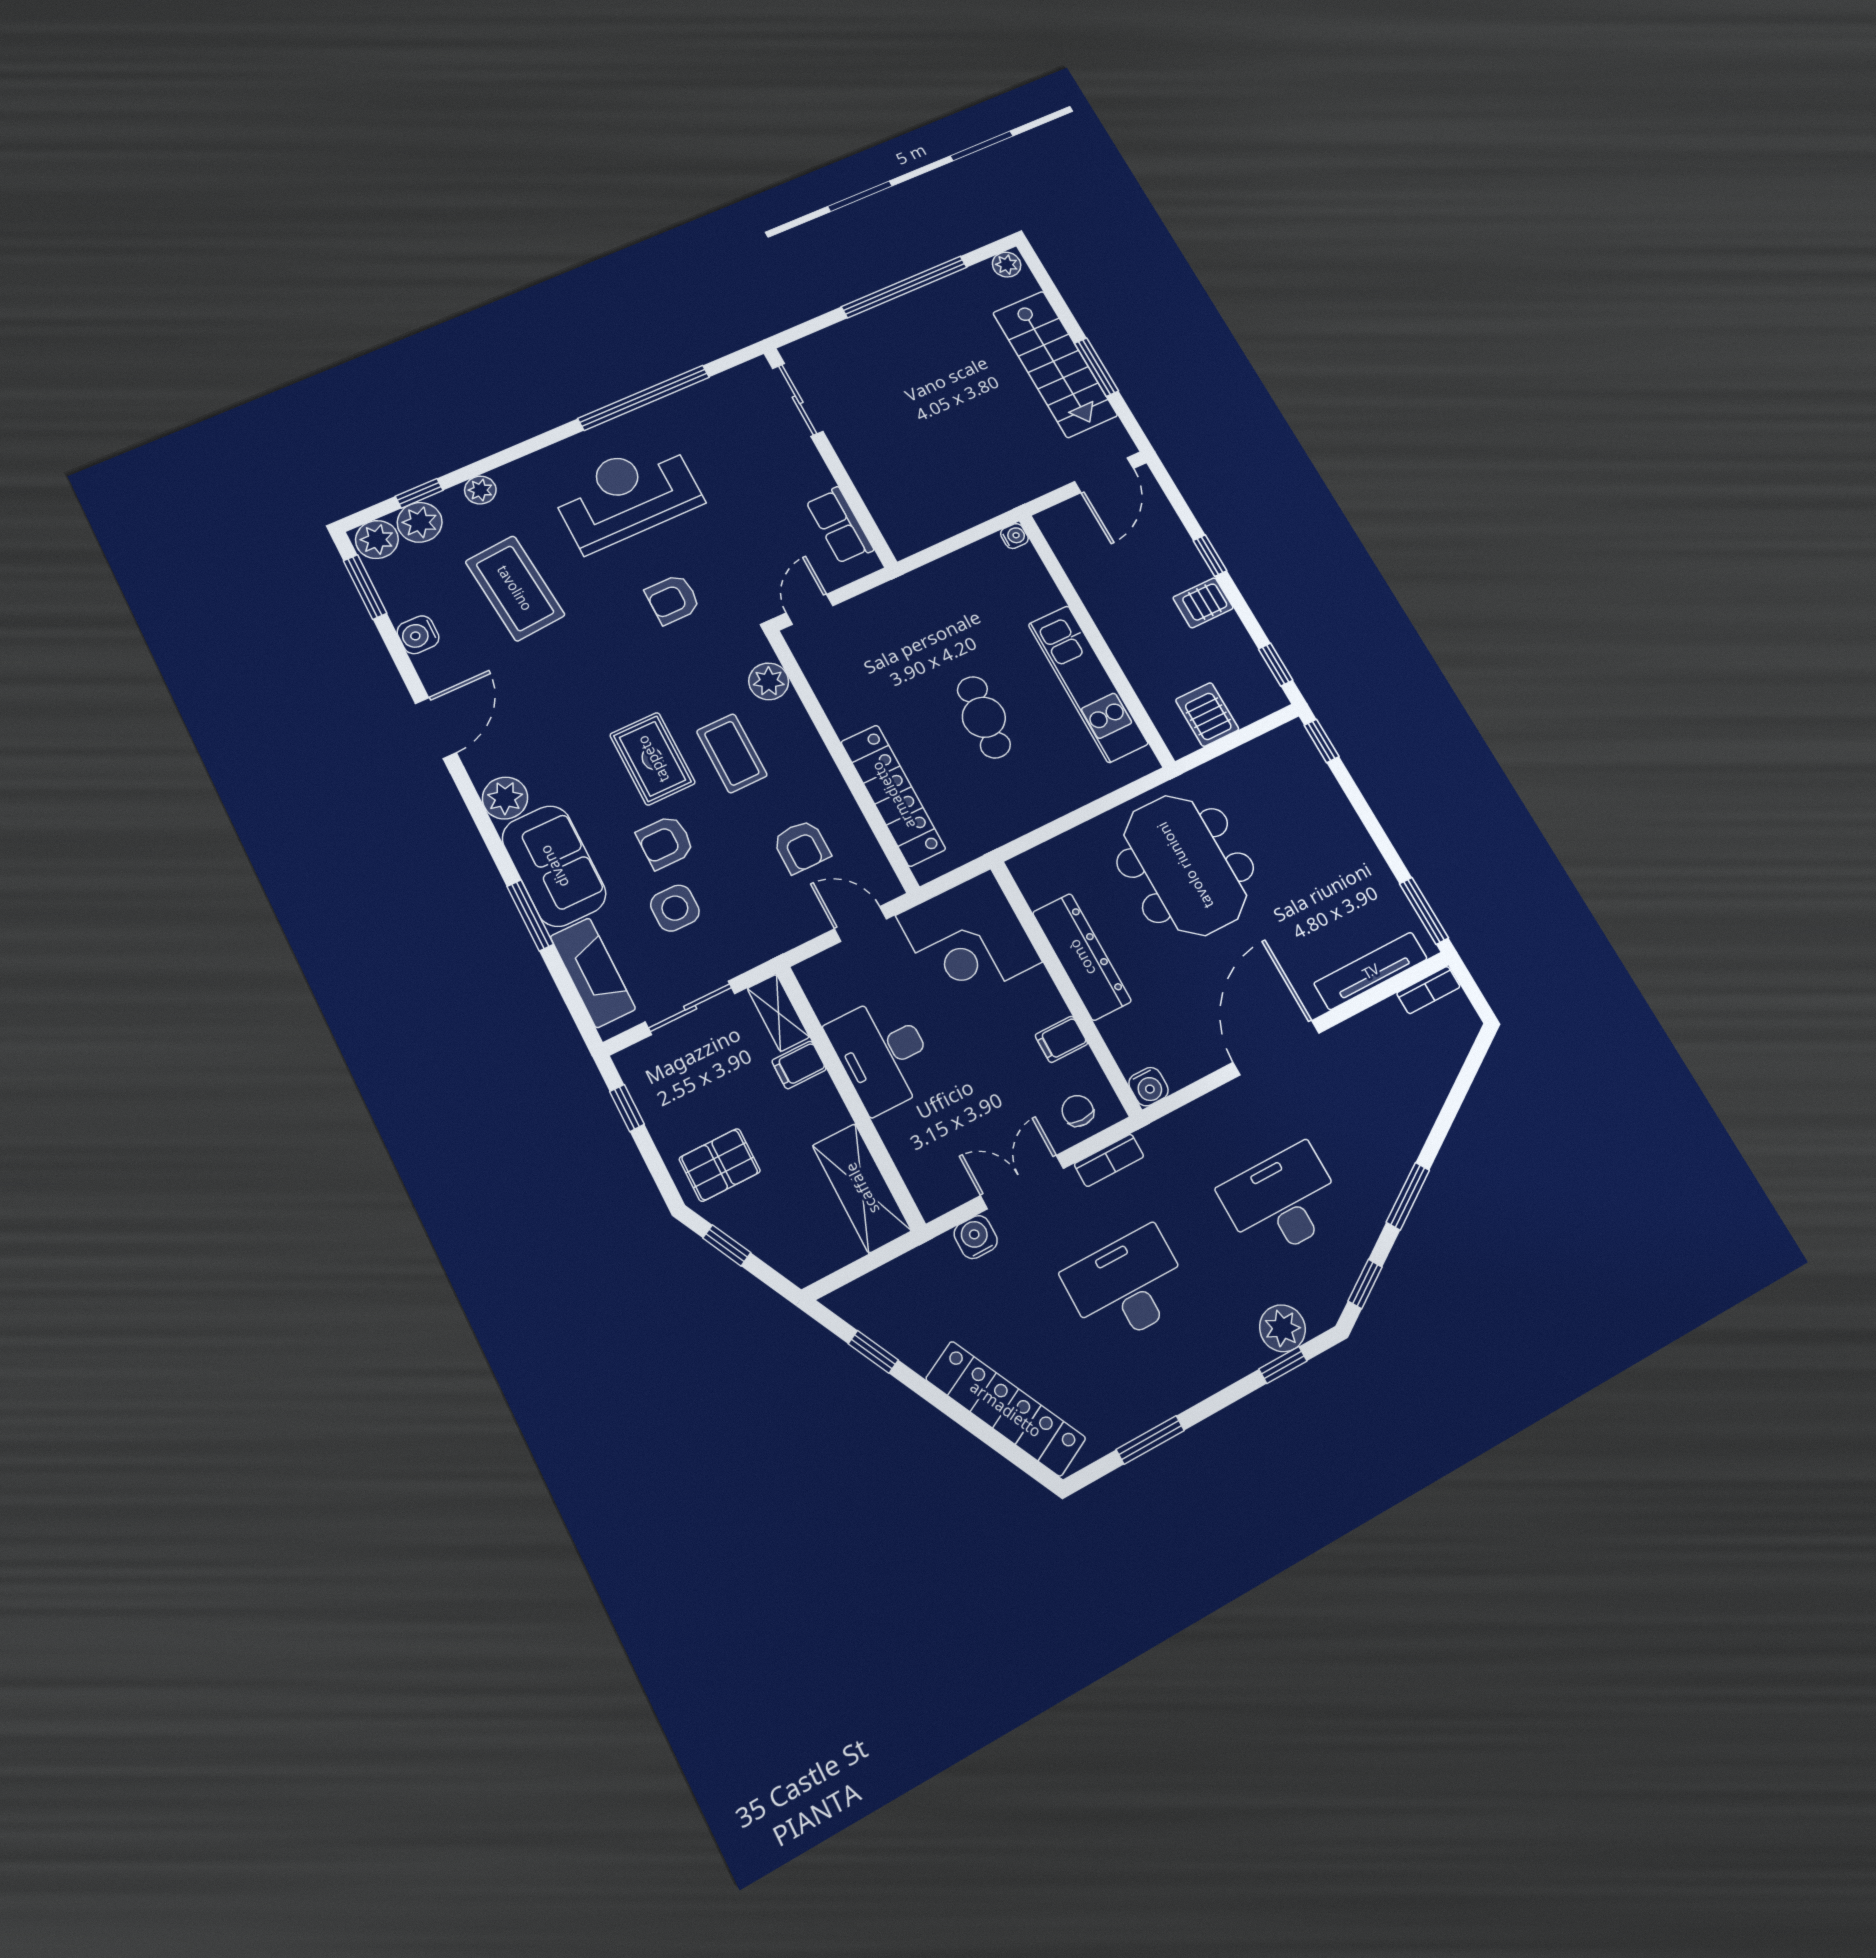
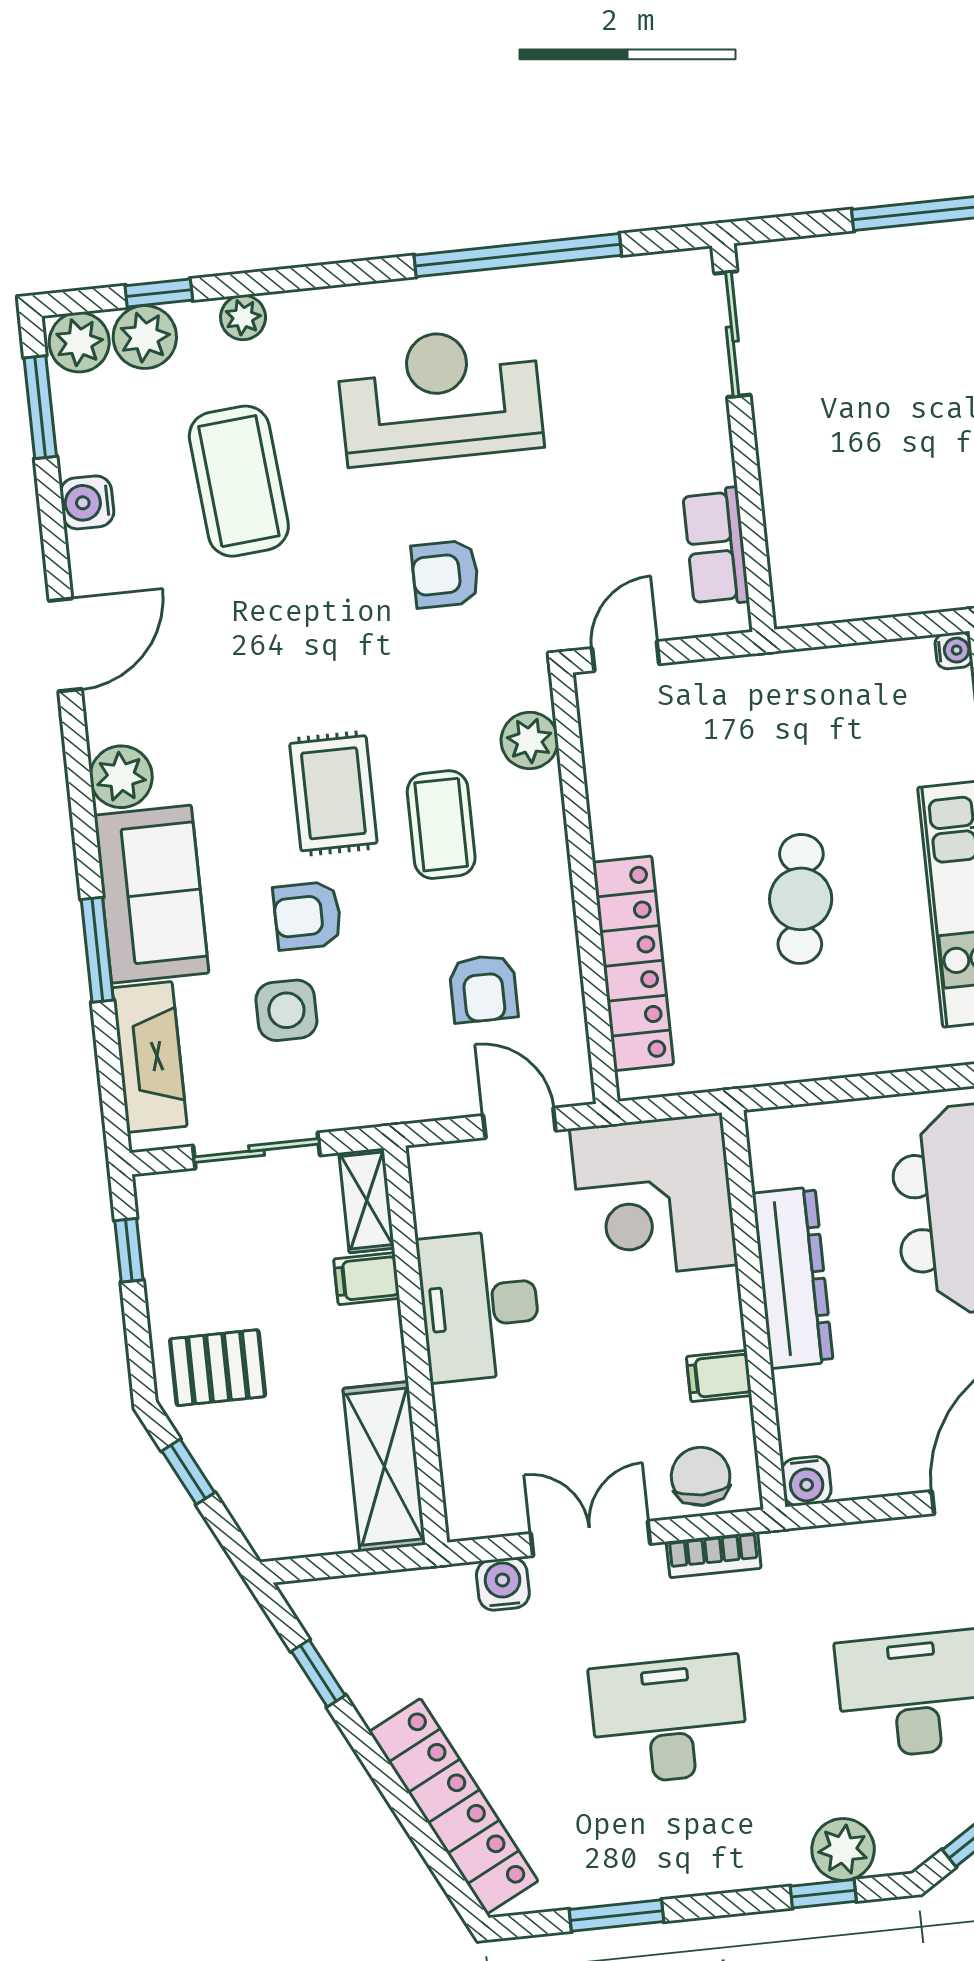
chair: (1078, 1111) -> (701, 1476), width x1.37, depth x1.37

